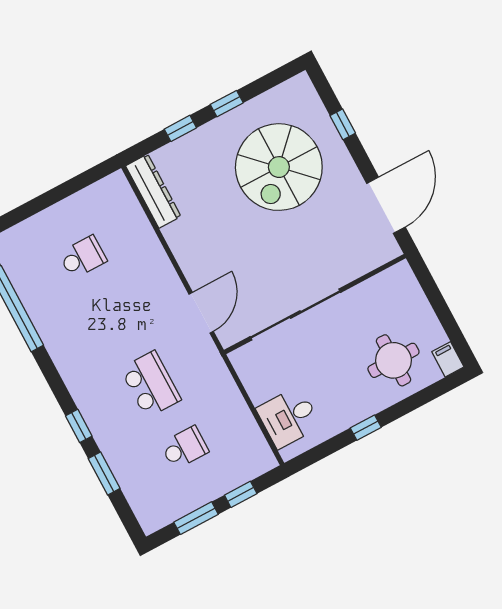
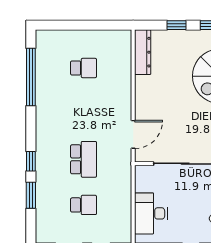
desk: (289, 417) -> (151, 213), width x1.37

